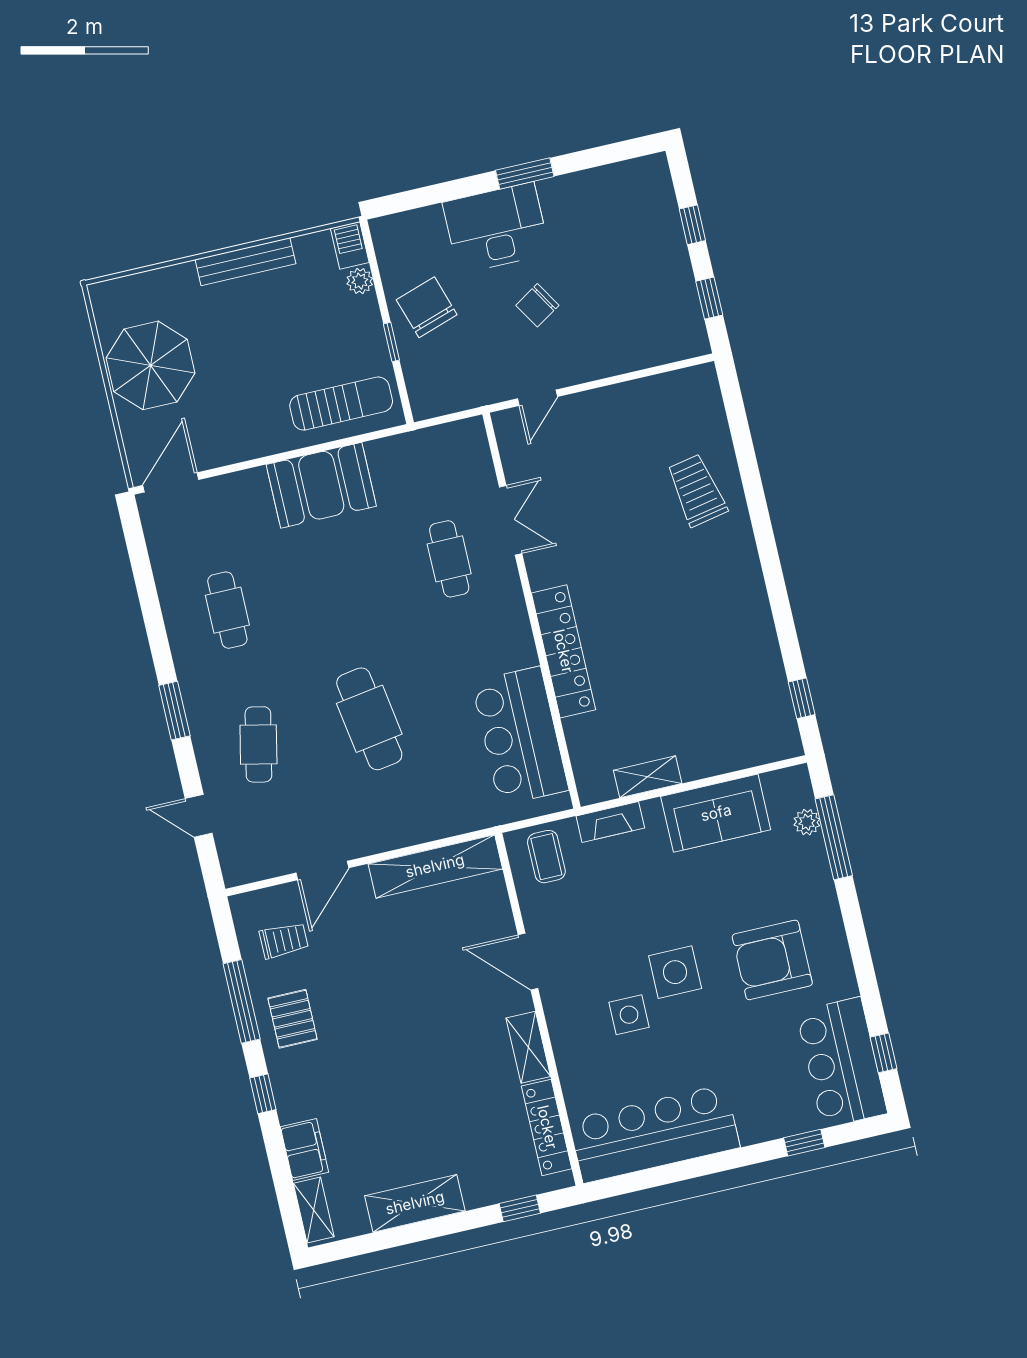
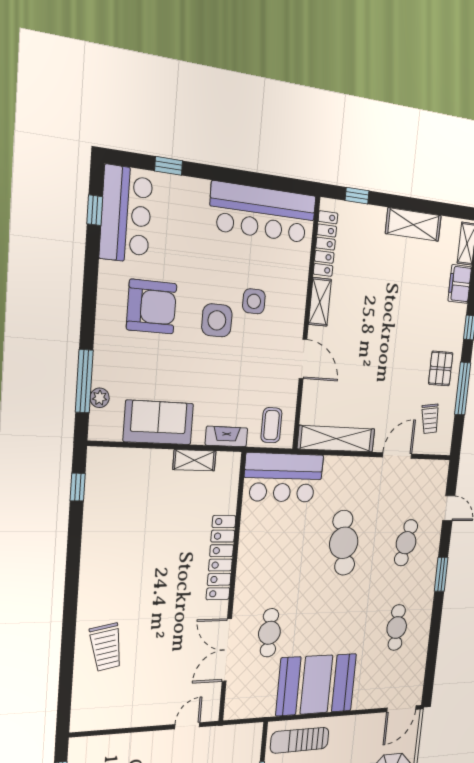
booth: (321, 485) -> (316, 685), width x1.36, depth x1.42
double door: (511, 520) -> (227, 650), width x1.37
bar counter: (520, 736) -> (283, 478), moved, turned 90
trolley: (284, 940) -> (430, 419), turned -98

